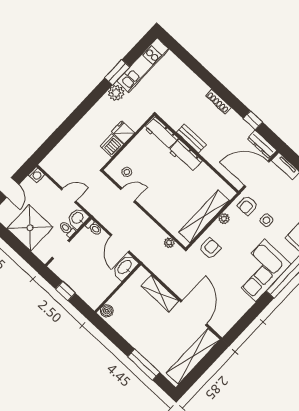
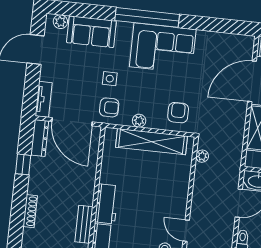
bench: (191, 138) -> (84, 224), moved
armchair: (210, 248) -> (178, 113), turned 90

